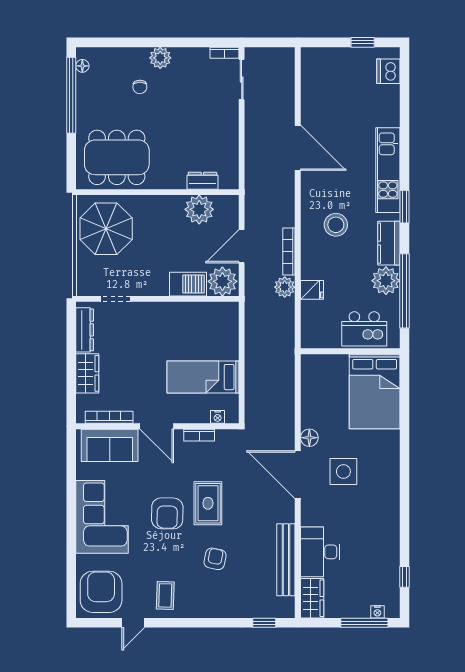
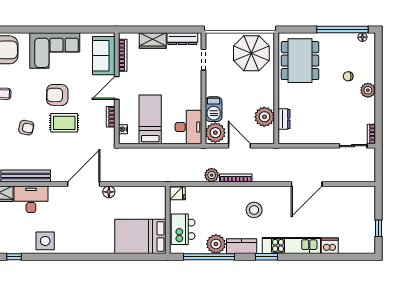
dishwasher: (388, 71) -> (330, 246), moved
fridge: (312, 290) -> (177, 193), moved, turned -90
desk: (214, 321) -> (188, 127), added
side table: (343, 471) -> (45, 241), moved

